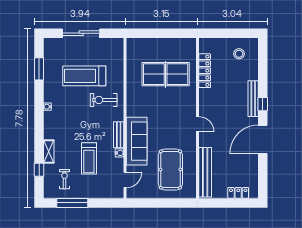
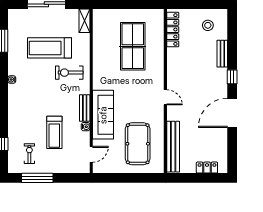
locker: (205, 71) -> (173, 30), moved
table tennis table: (166, 74) -> (133, 46), turned 90
bench: (253, 99) -> (222, 54), moved, width x0.73
shelving: (49, 151) -> (85, 21), moved

